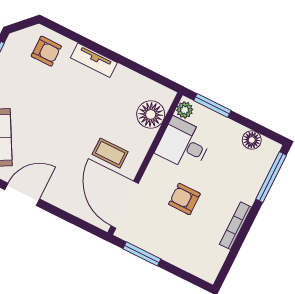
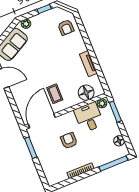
tv unit: (94, 60) -> (88, 64), moved

